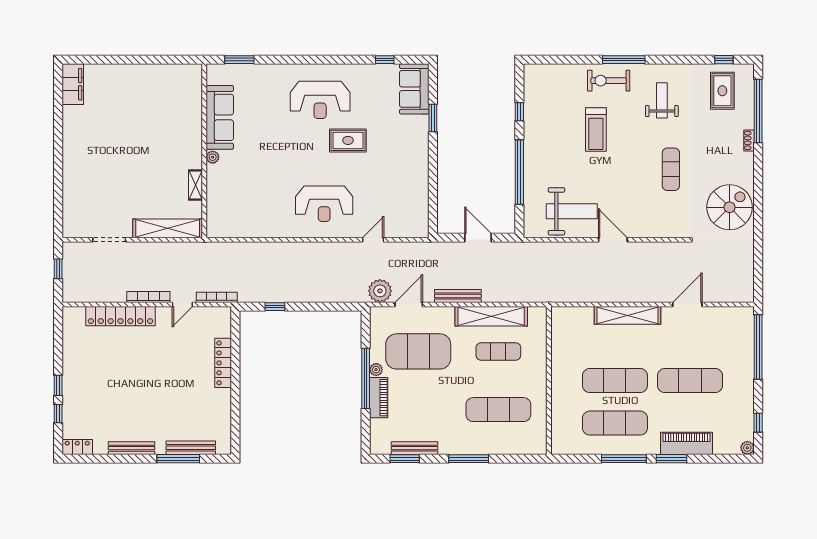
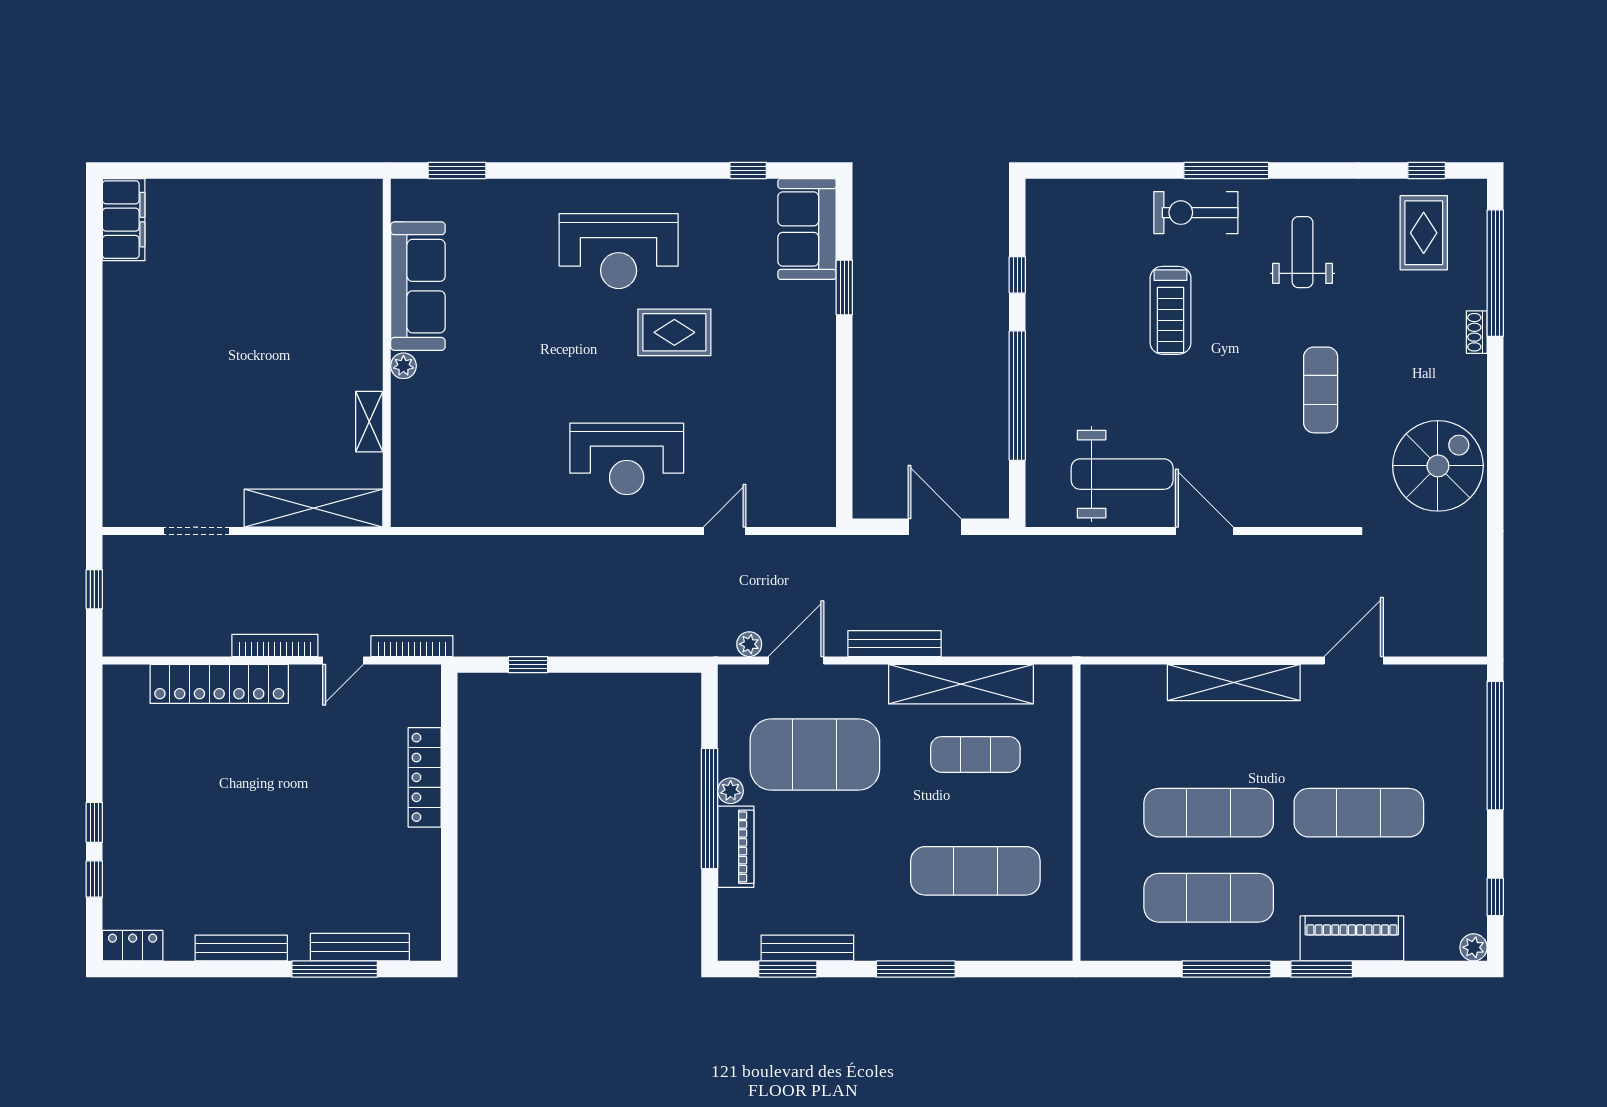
plant: (380, 291) -> (749, 644), width x0.53, depth x0.53

